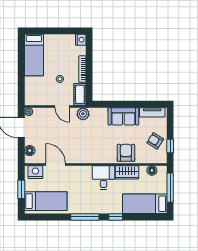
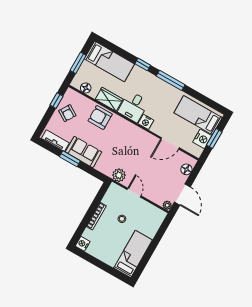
cot: (80, 94) -> (112, 195), removed
window: (132, 104) -> (70, 159), added
armchair: (126, 153) -> (100, 117), turned 90
door: (56, 164) -> (170, 143), hinge flipped
nightstand: (86, 171) -> (146, 122), added
nightstand: (35, 172) -> (202, 139), moved, turned -90
window: (170, 188) -> (78, 63), width x0.69

